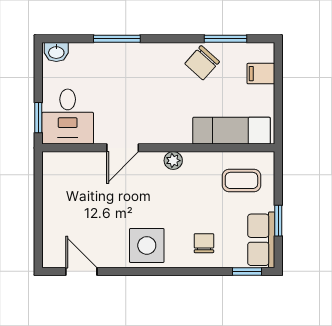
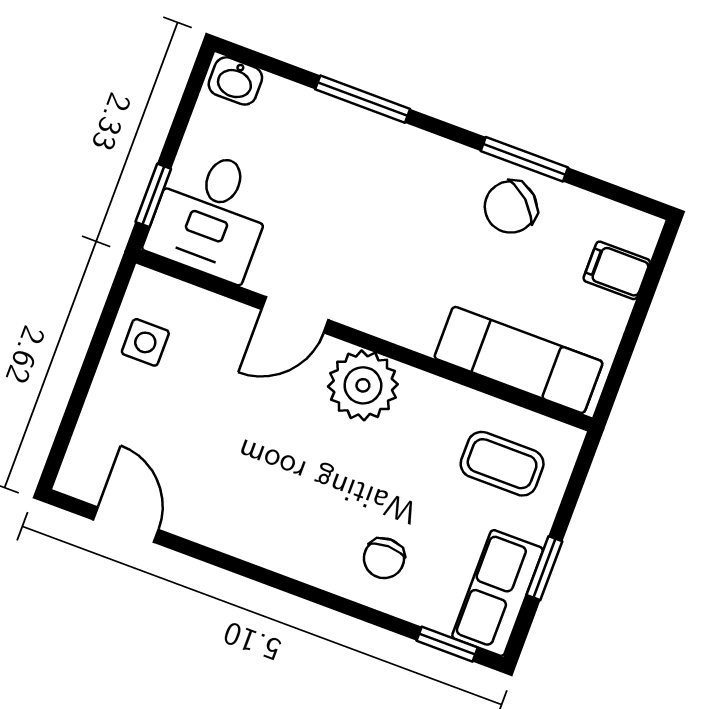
window: (225, 39) -> (524, 159), moved
plant: (173, 161) -> (363, 385), width x1.88, depth x1.88
chair: (204, 243) -> (384, 558), turned 180
side table: (147, 245) -> (145, 342), moved, width x0.54, depth x0.54

